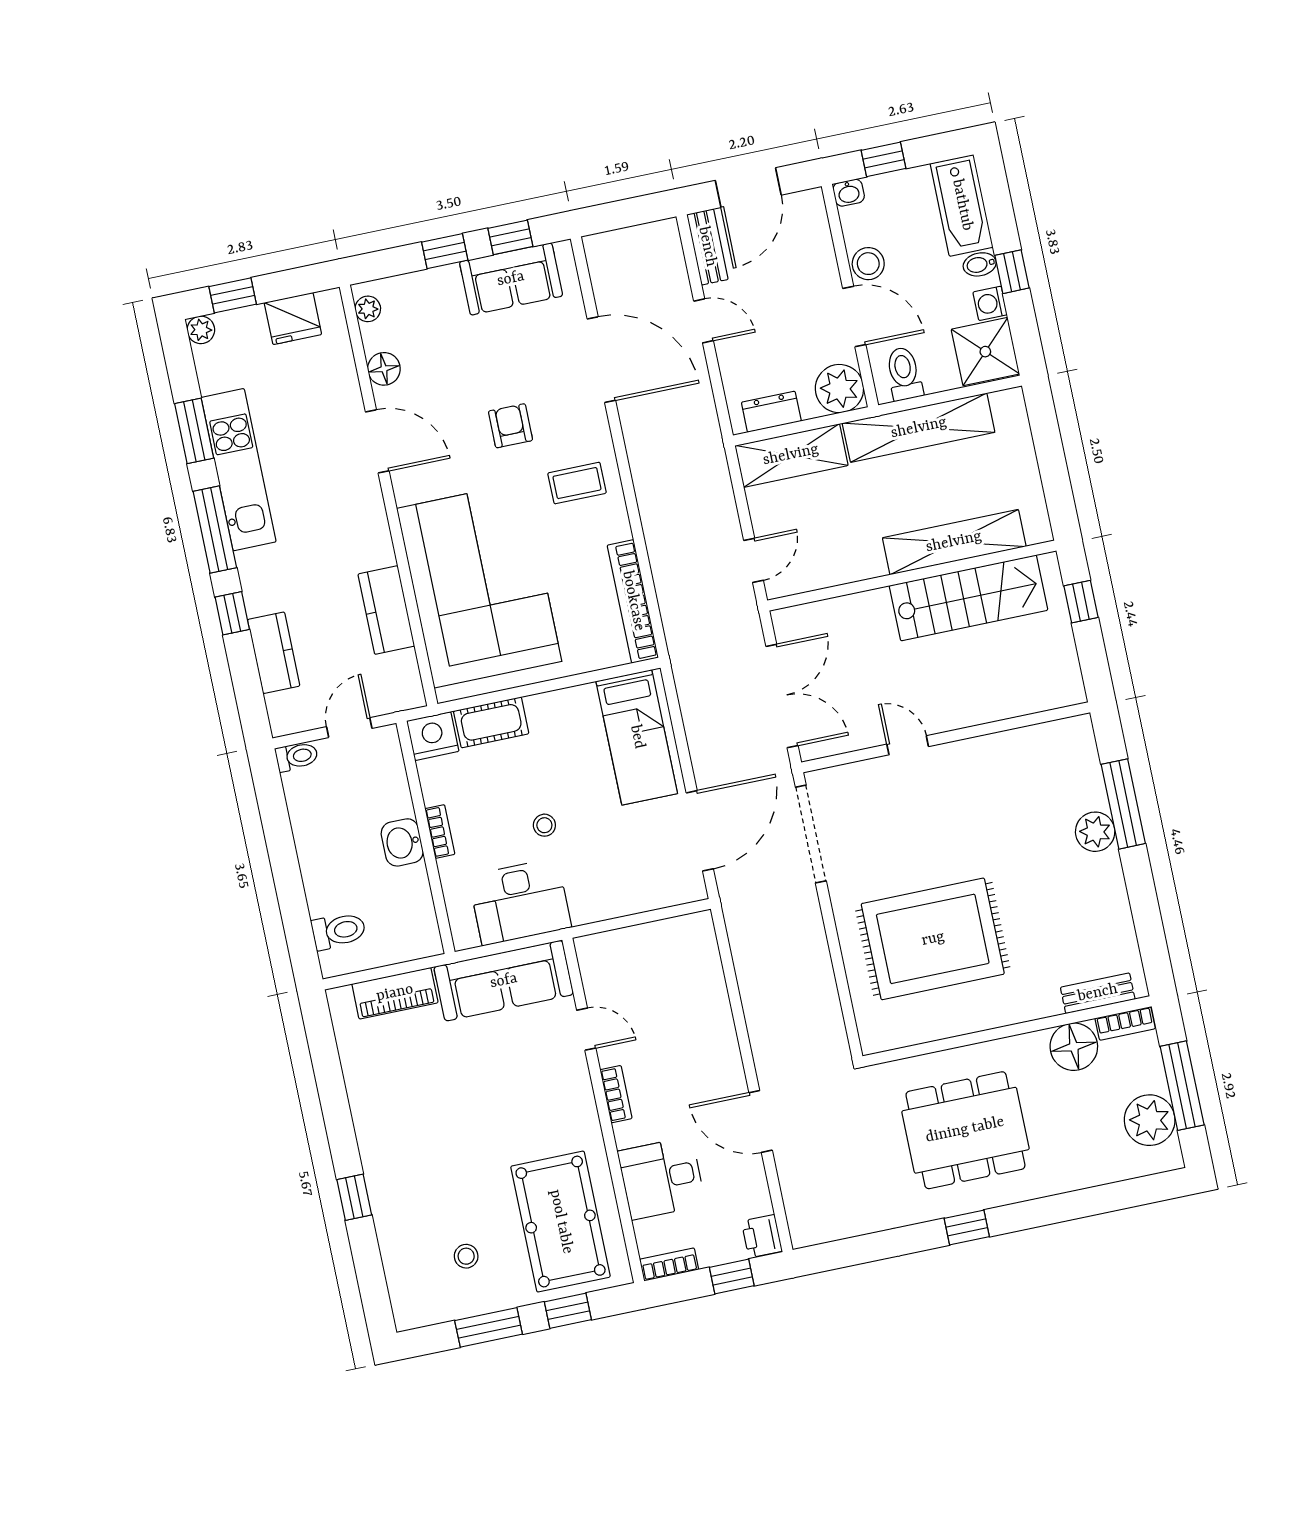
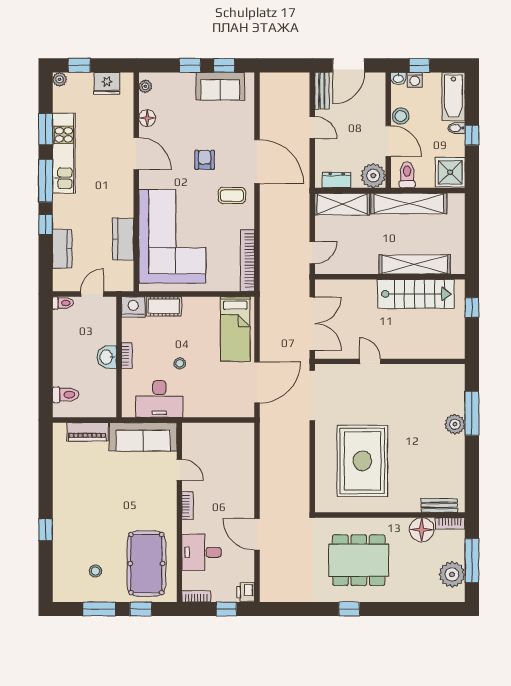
washing machine: (990, 303) -> (415, 80), moved, turned -90
door: (601, 360) -> (257, 162), moved
rug: (933, 939) -> (362, 461), turned 90

